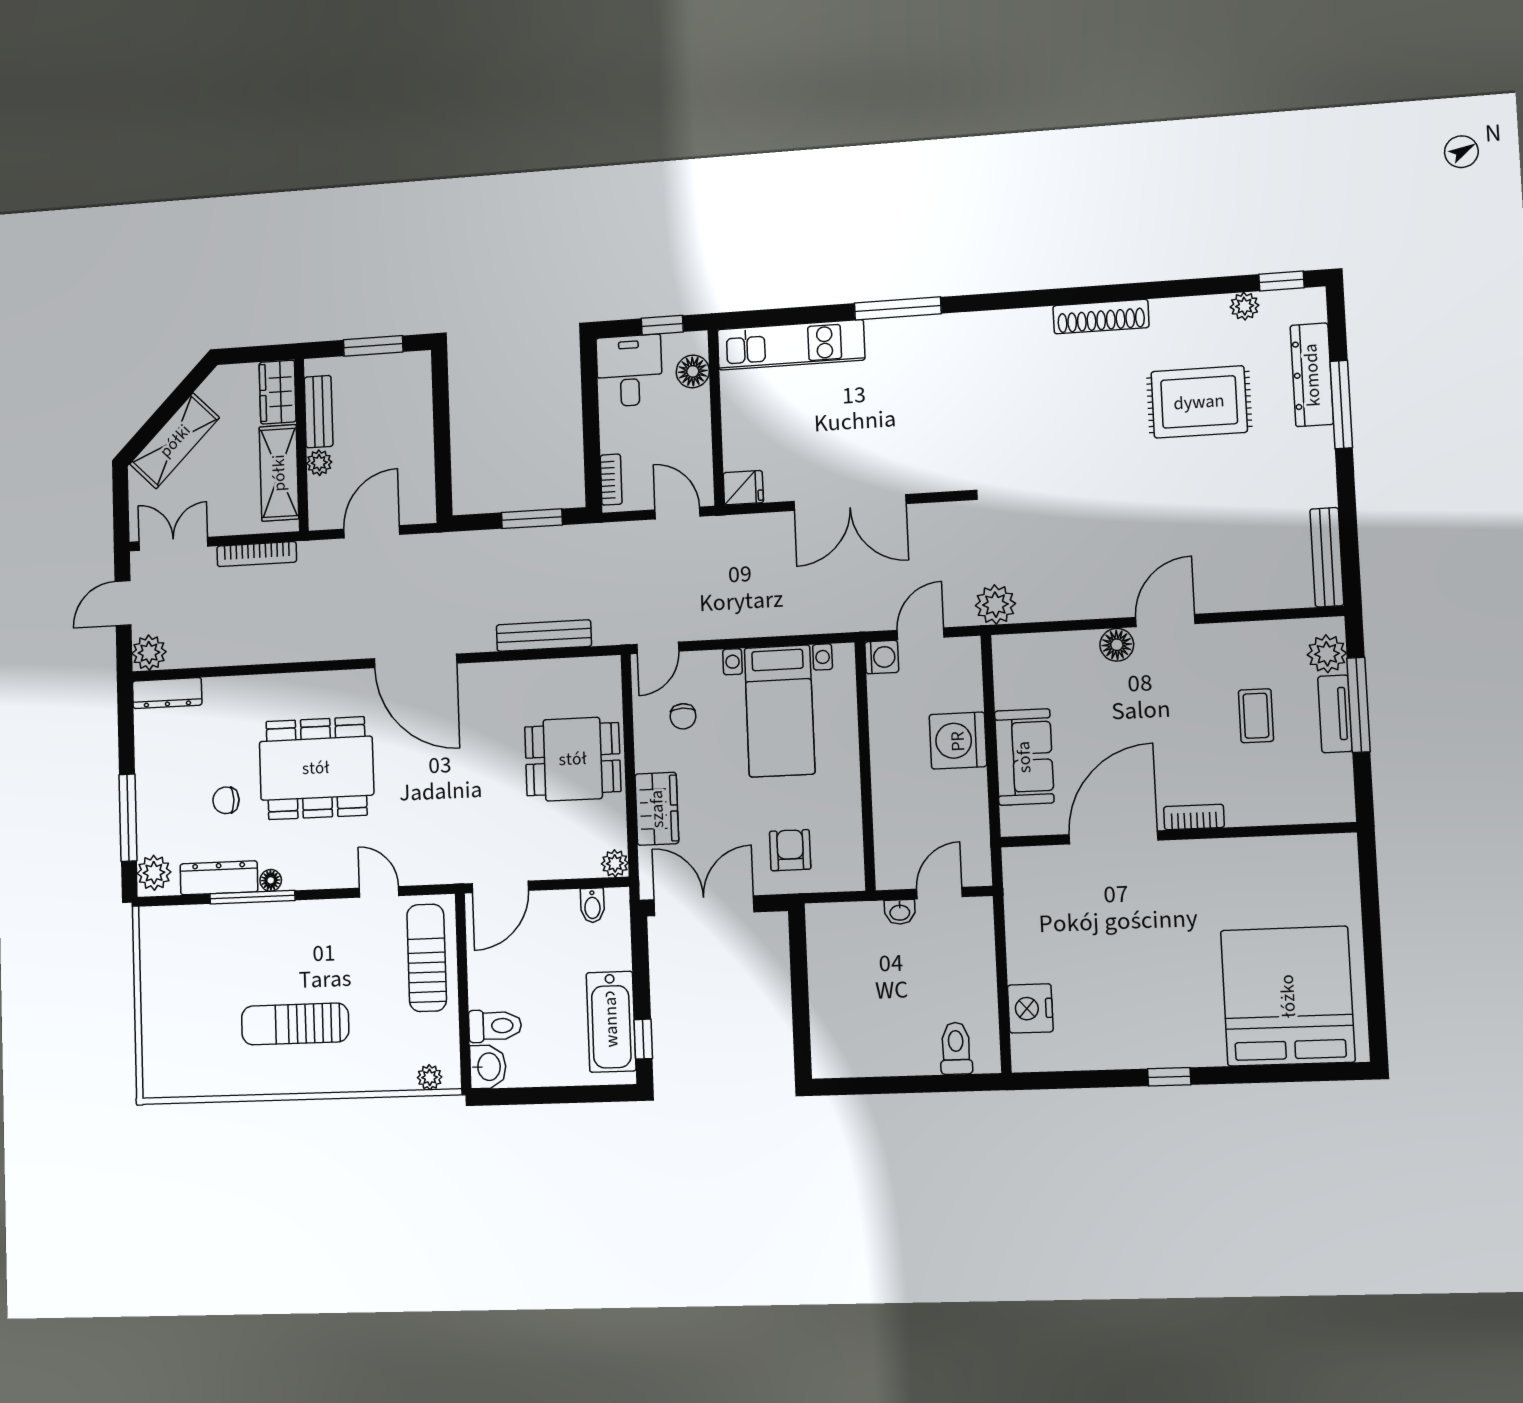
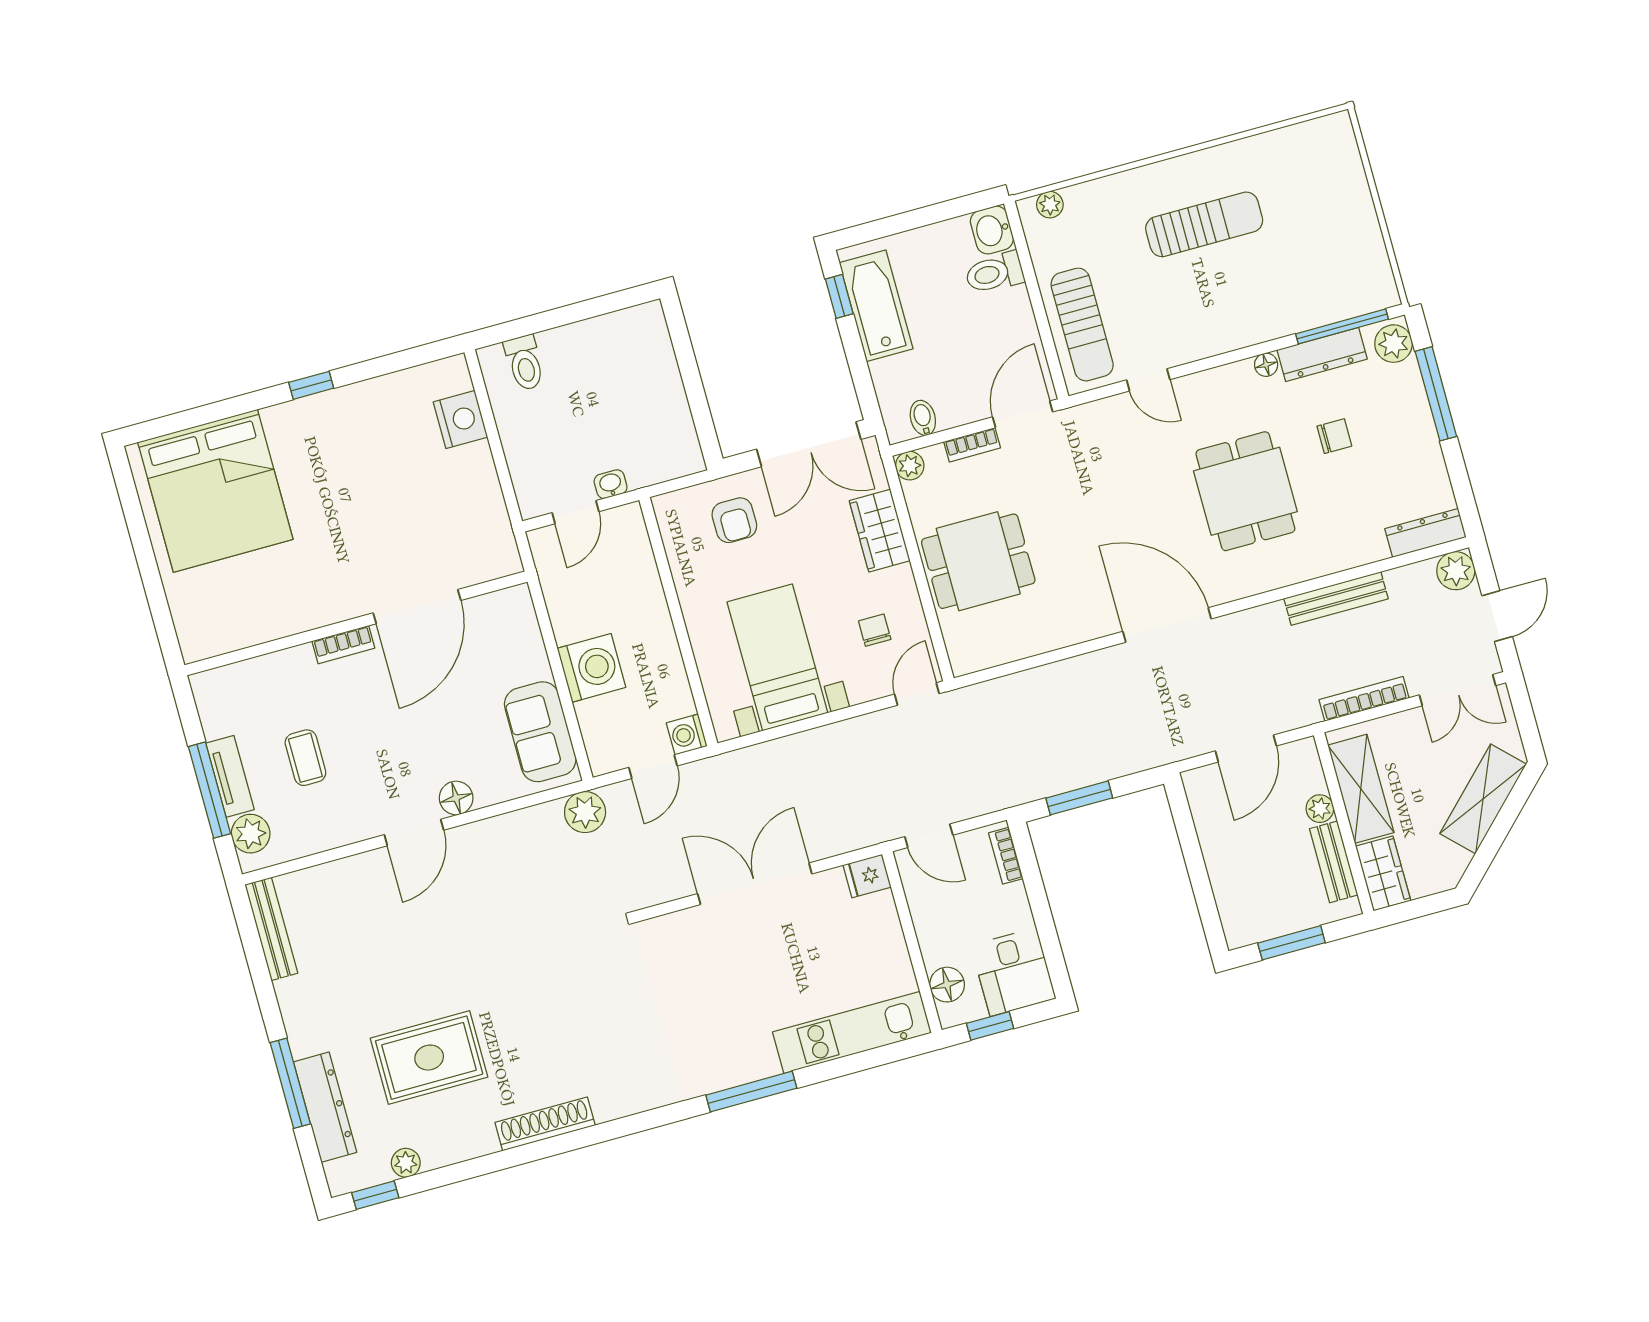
bench: (544, 636) -> (1336, 599), moved
sofa: (1024, 757) -> (540, 732), moved
dining table: (316, 768) -> (1245, 491), width x0.73
bookcase: (553, 869) -> (972, 445), added
window: (252, 897) -> (1342, 326), moved

